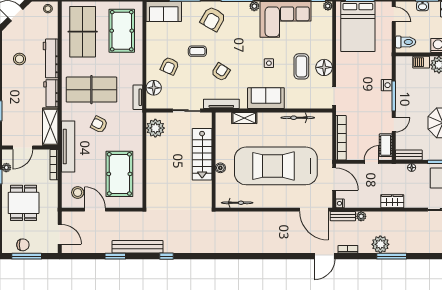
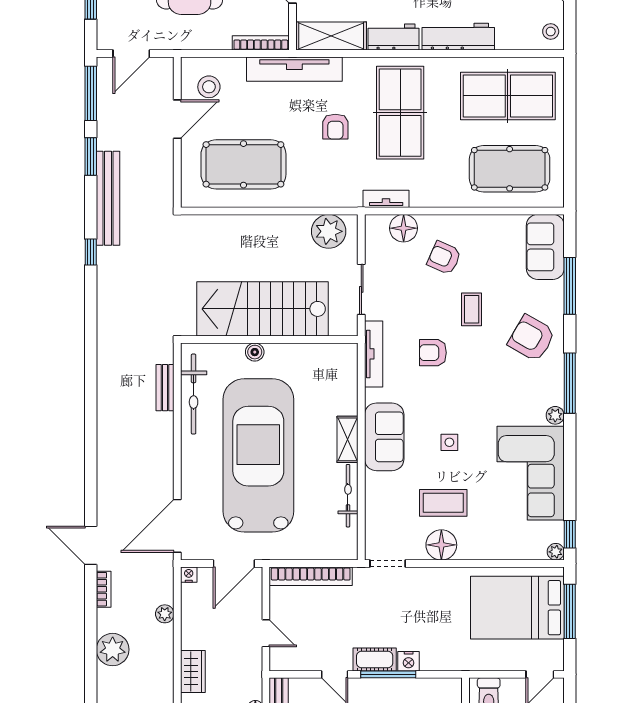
armchair: (221, 72) -> (433, 353), turned 147
shelving: (244, 118) -> (348, 439), moved
armchair: (99, 124) -> (335, 127), turned 153
cot: (386, 145) -> (375, 659), moved
stairs: (202, 154) -> (262, 309), width x1.36, depth x1.51
bicycle: (237, 203) -> (194, 394), width x1.37, depth x1.40
bench: (343, 216) -> (165, 388), moved
window: (392, 256) -> (91, 93), moved

